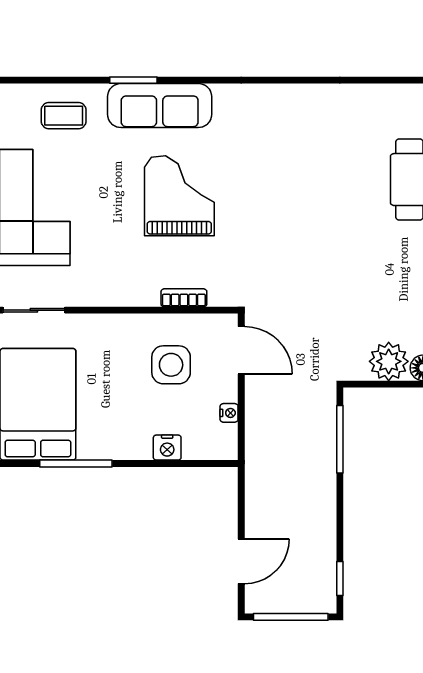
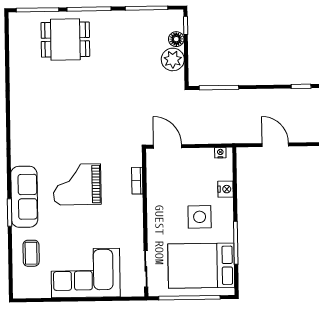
door: (241, 350) -> (168, 146), hinge flipped
side table: (171, 365) -> (200, 217), moved
nightstand: (229, 413) -> (220, 153), moved
door: (241, 561) -> (275, 145), moved

